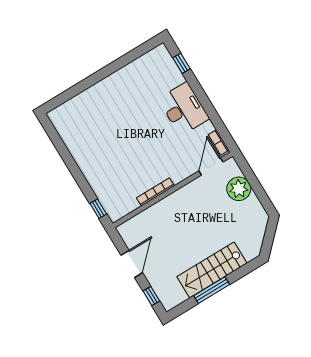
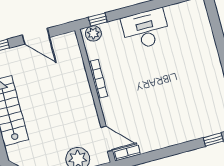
desk: (184, 109) -> (145, 29), moved, turned 180
plant: (113, 209) -> (93, 33), added

